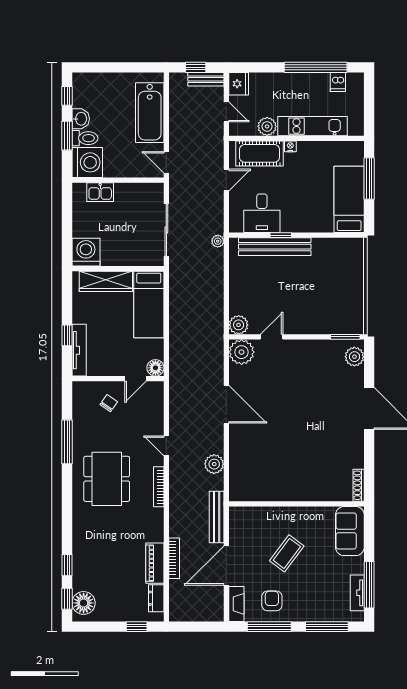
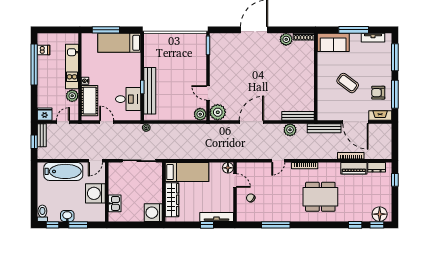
toilet: (85, 138) -> (42, 213), moved
washing machine: (87, 162) -> (95, 193), moved, turned -90
plant: (354, 357) -> (286, 39), moved
bench: (236, 476) -> (298, 116), added
dining table: (107, 479) -> (320, 197), moved
window: (369, 585) -> (354, 30), moved

